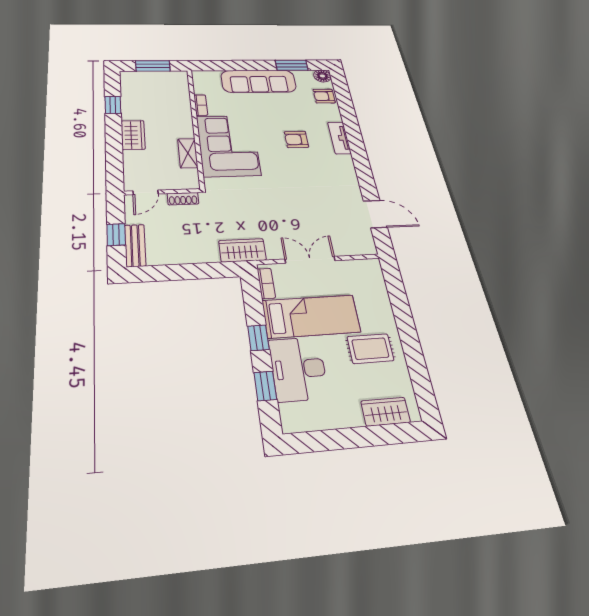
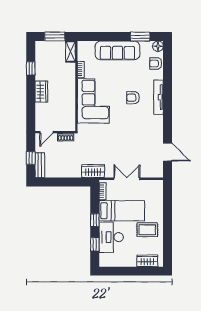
tv unit: (339, 138) -> (159, 97), width x1.41
shelving: (188, 153) -> (71, 51), moved

